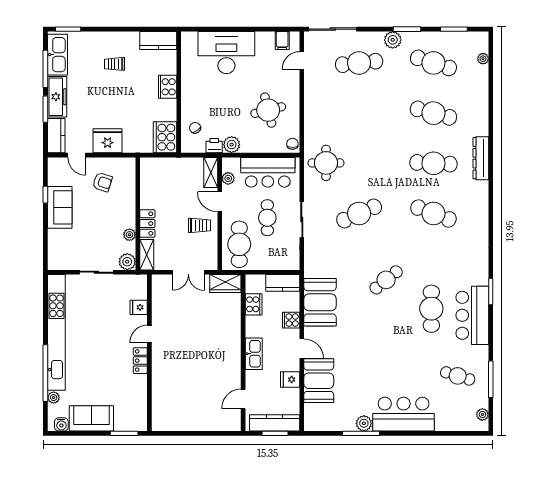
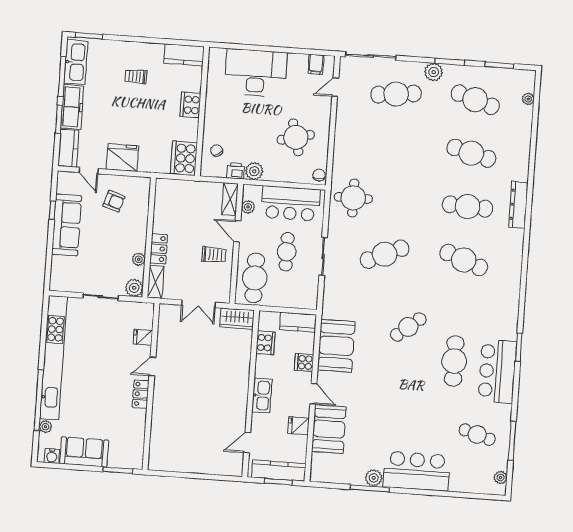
sofa: (60, 207) -> (67, 225), width x1.36

